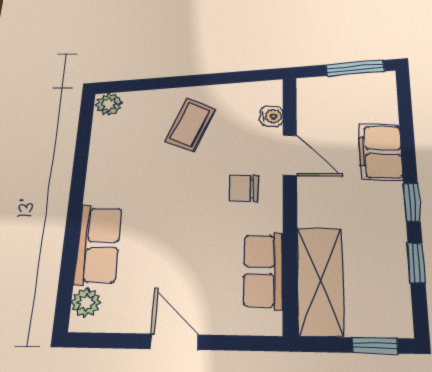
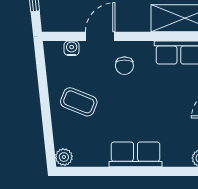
row of seats: (98, 244) -> (135, 154), moved

